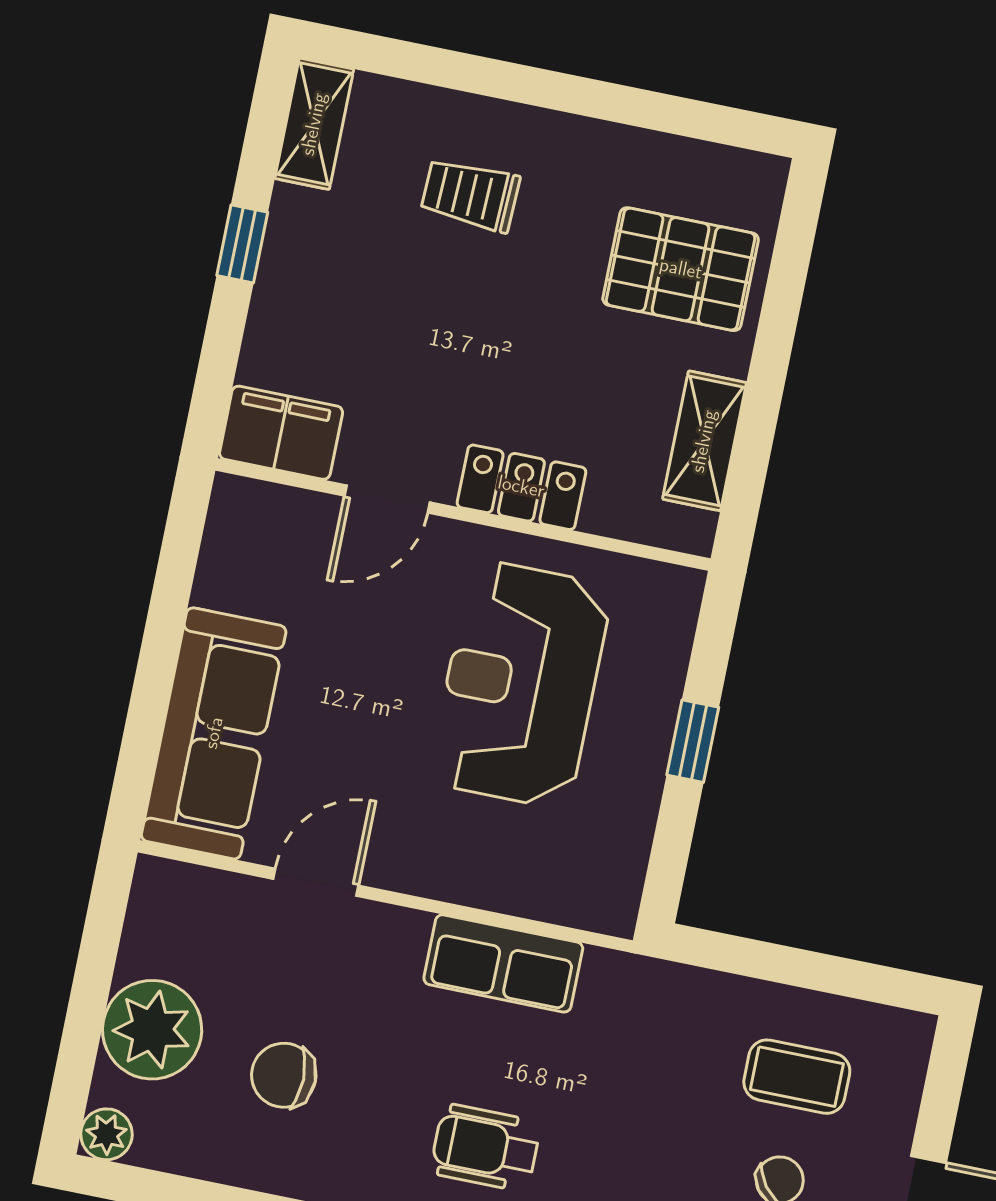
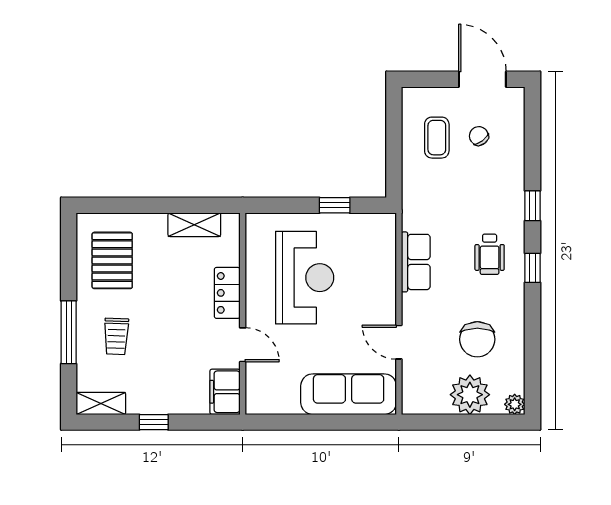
window: (504, 80) -> (69, 332), added
pallet: (681, 269) -> (112, 260), moved
reception desk: (520, 684) -> (305, 278), turned -90
window: (693, 741) -> (335, 205), moved
chair: (284, 1075) -> (477, 339), width x1.37, depth x1.37

